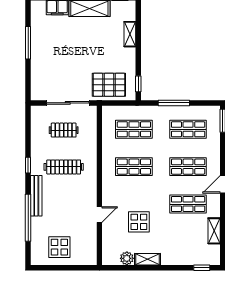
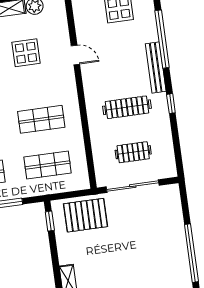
window: (28, 43) -> (191, 253), width x1.46
door: (99, 215) -> (75, 55), swing flipped

